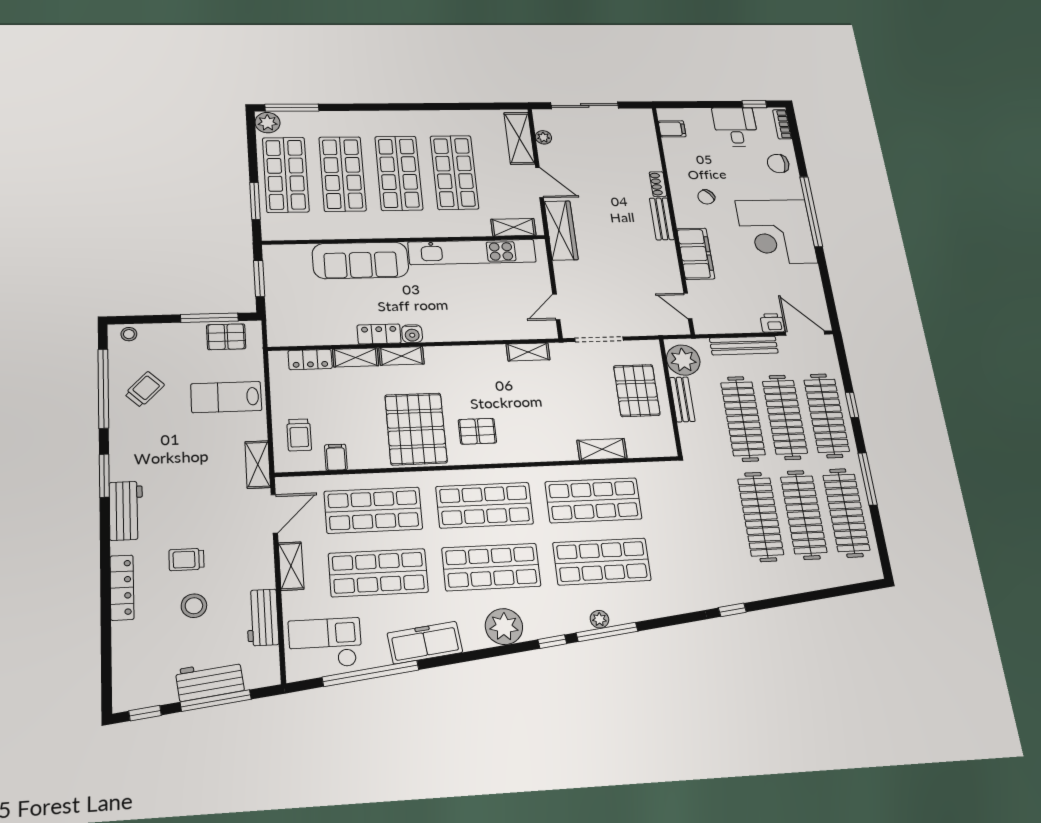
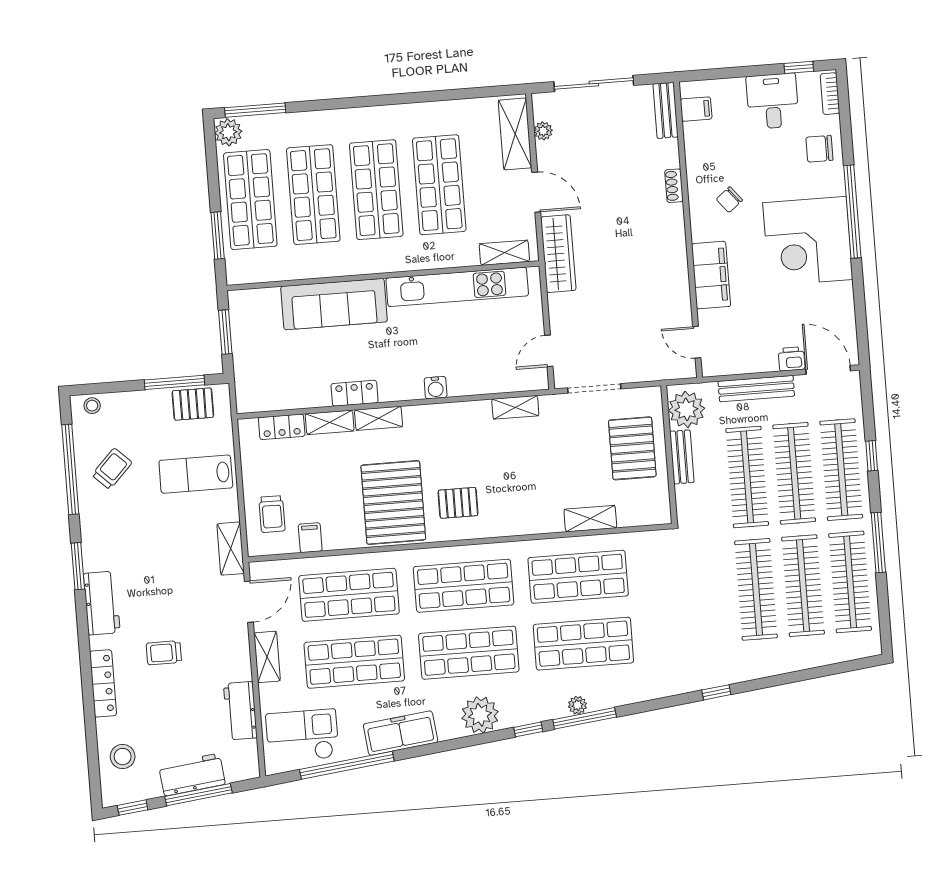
bench: (662, 219) -> (666, 110), moved
water cooler: (412, 334) -> (436, 388), moved
stool: (194, 606) -> (123, 757), moved

